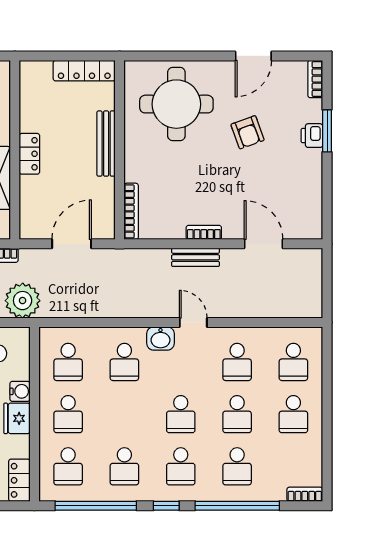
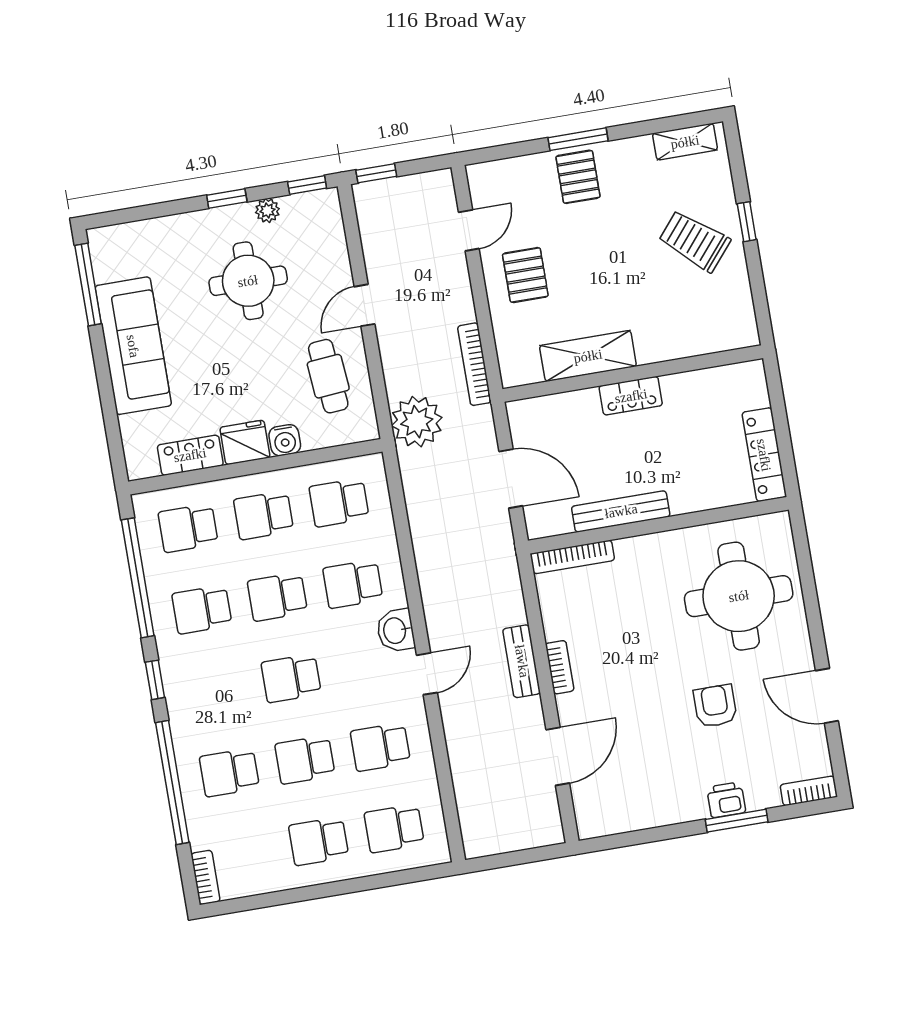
armchair: (248, 132) -> (715, 706), turned 110
bench: (106, 144) -> (621, 511), moved
school desk: (181, 466) -> (277, 597), moved
locker: (19, 480) -> (190, 455), moved

